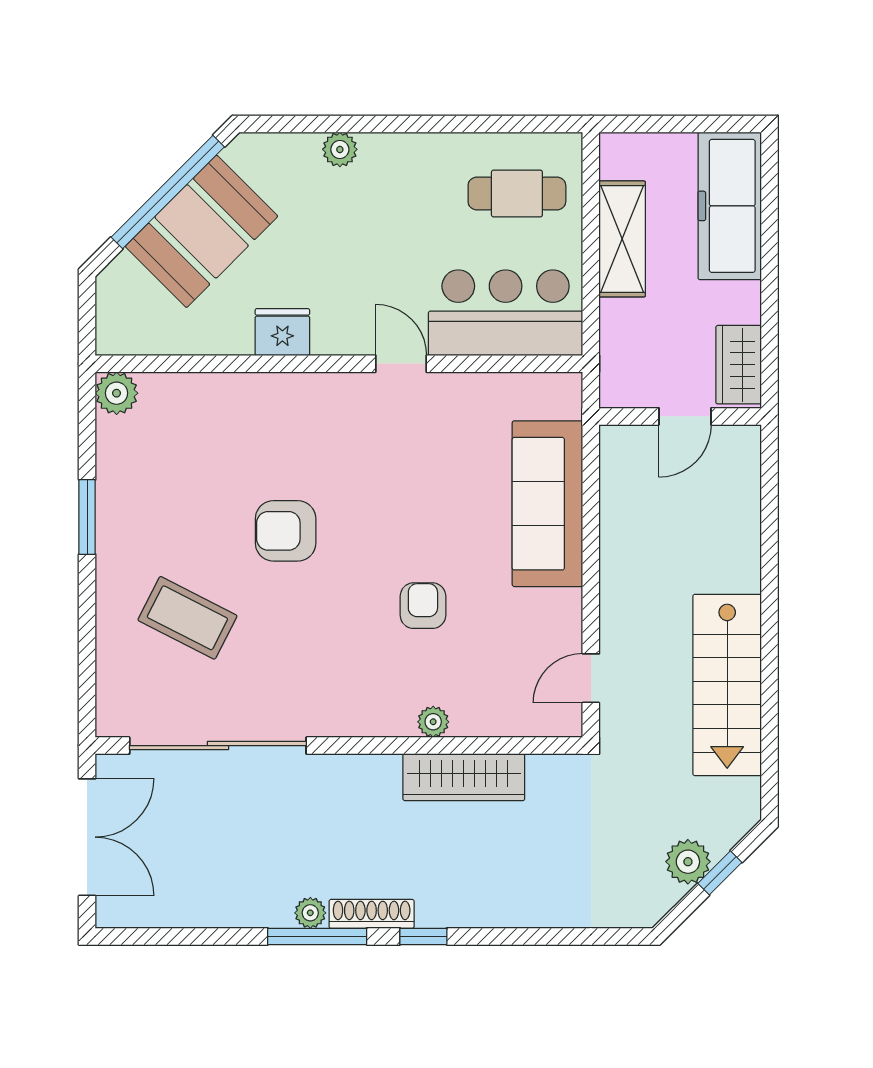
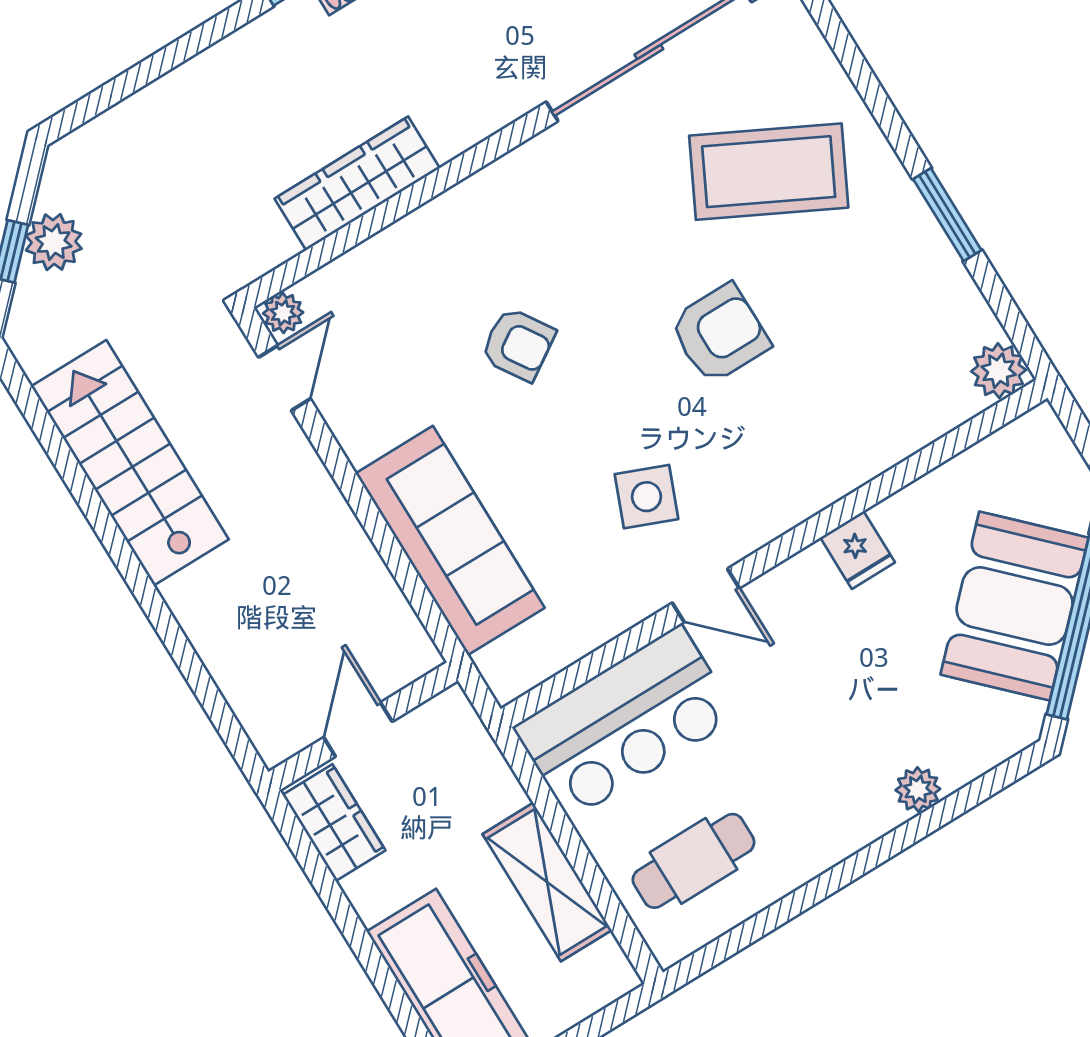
fridge: (282, 332) -> (858, 550), width x0.72
side table: (400, 453) -> (646, 497), added
armchair: (423, 606) -> (518, 344), turned -33
coffee table: (187, 618) -> (769, 172), width x1.36, depth x1.32
plant: (433, 722) -> (283, 313), moved

